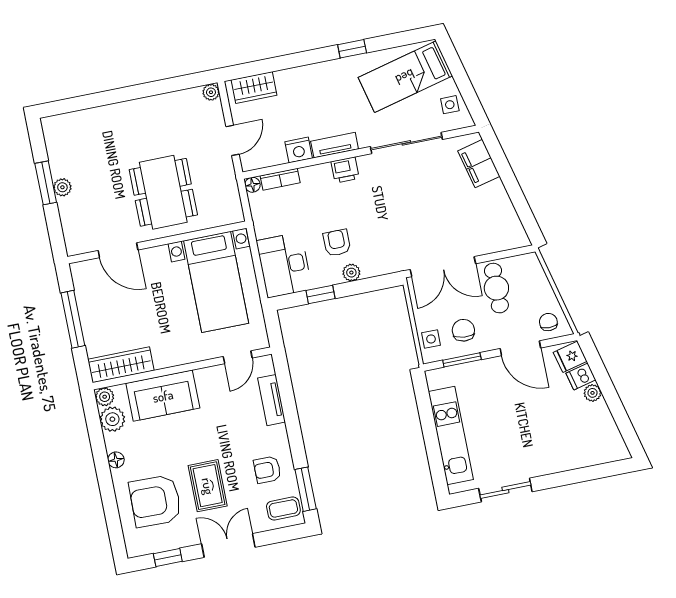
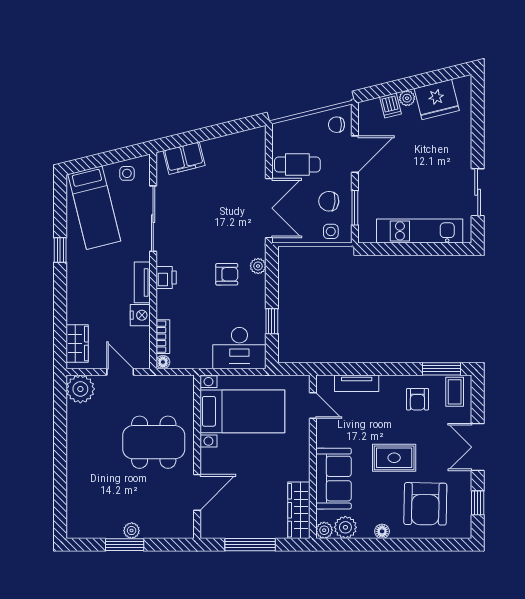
plant: (211, 92) -> (80, 389), width x1.87, depth x1.87
armchair: (337, 243) -> (227, 274), moved, turned 180
plant: (351, 273) -> (258, 266), moved
fridge: (570, 357) -> (437, 100), moved, width x1.88, depth x1.34
rug: (208, 486) -> (394, 458), moved

